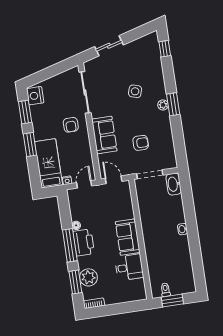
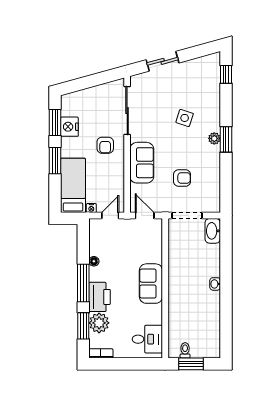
nightstand: (35, 96) -> (69, 127), moved
printer: (84, 242) -> (100, 297), moved
desk: (129, 267) -> (147, 339), moved

